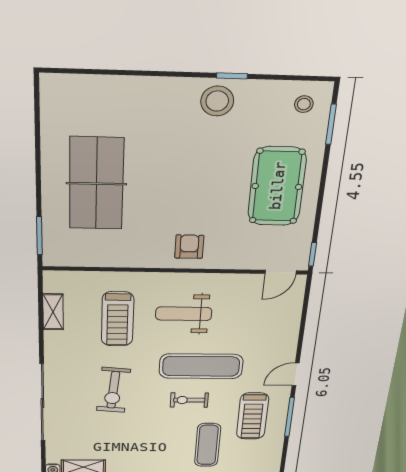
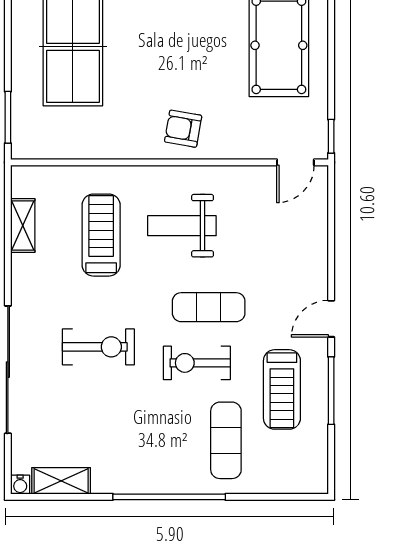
armchair: (189, 247) -> (183, 129), turned -80
treadmill: (117, 319) -> (101, 235), turned 180
exercise mat: (201, 366) -> (209, 307), width x0.73, depth x0.69
exercise bike: (113, 390) -> (98, 347), turned -95
exercise bike: (189, 400) -> (197, 363), width x1.38, depth x1.39

